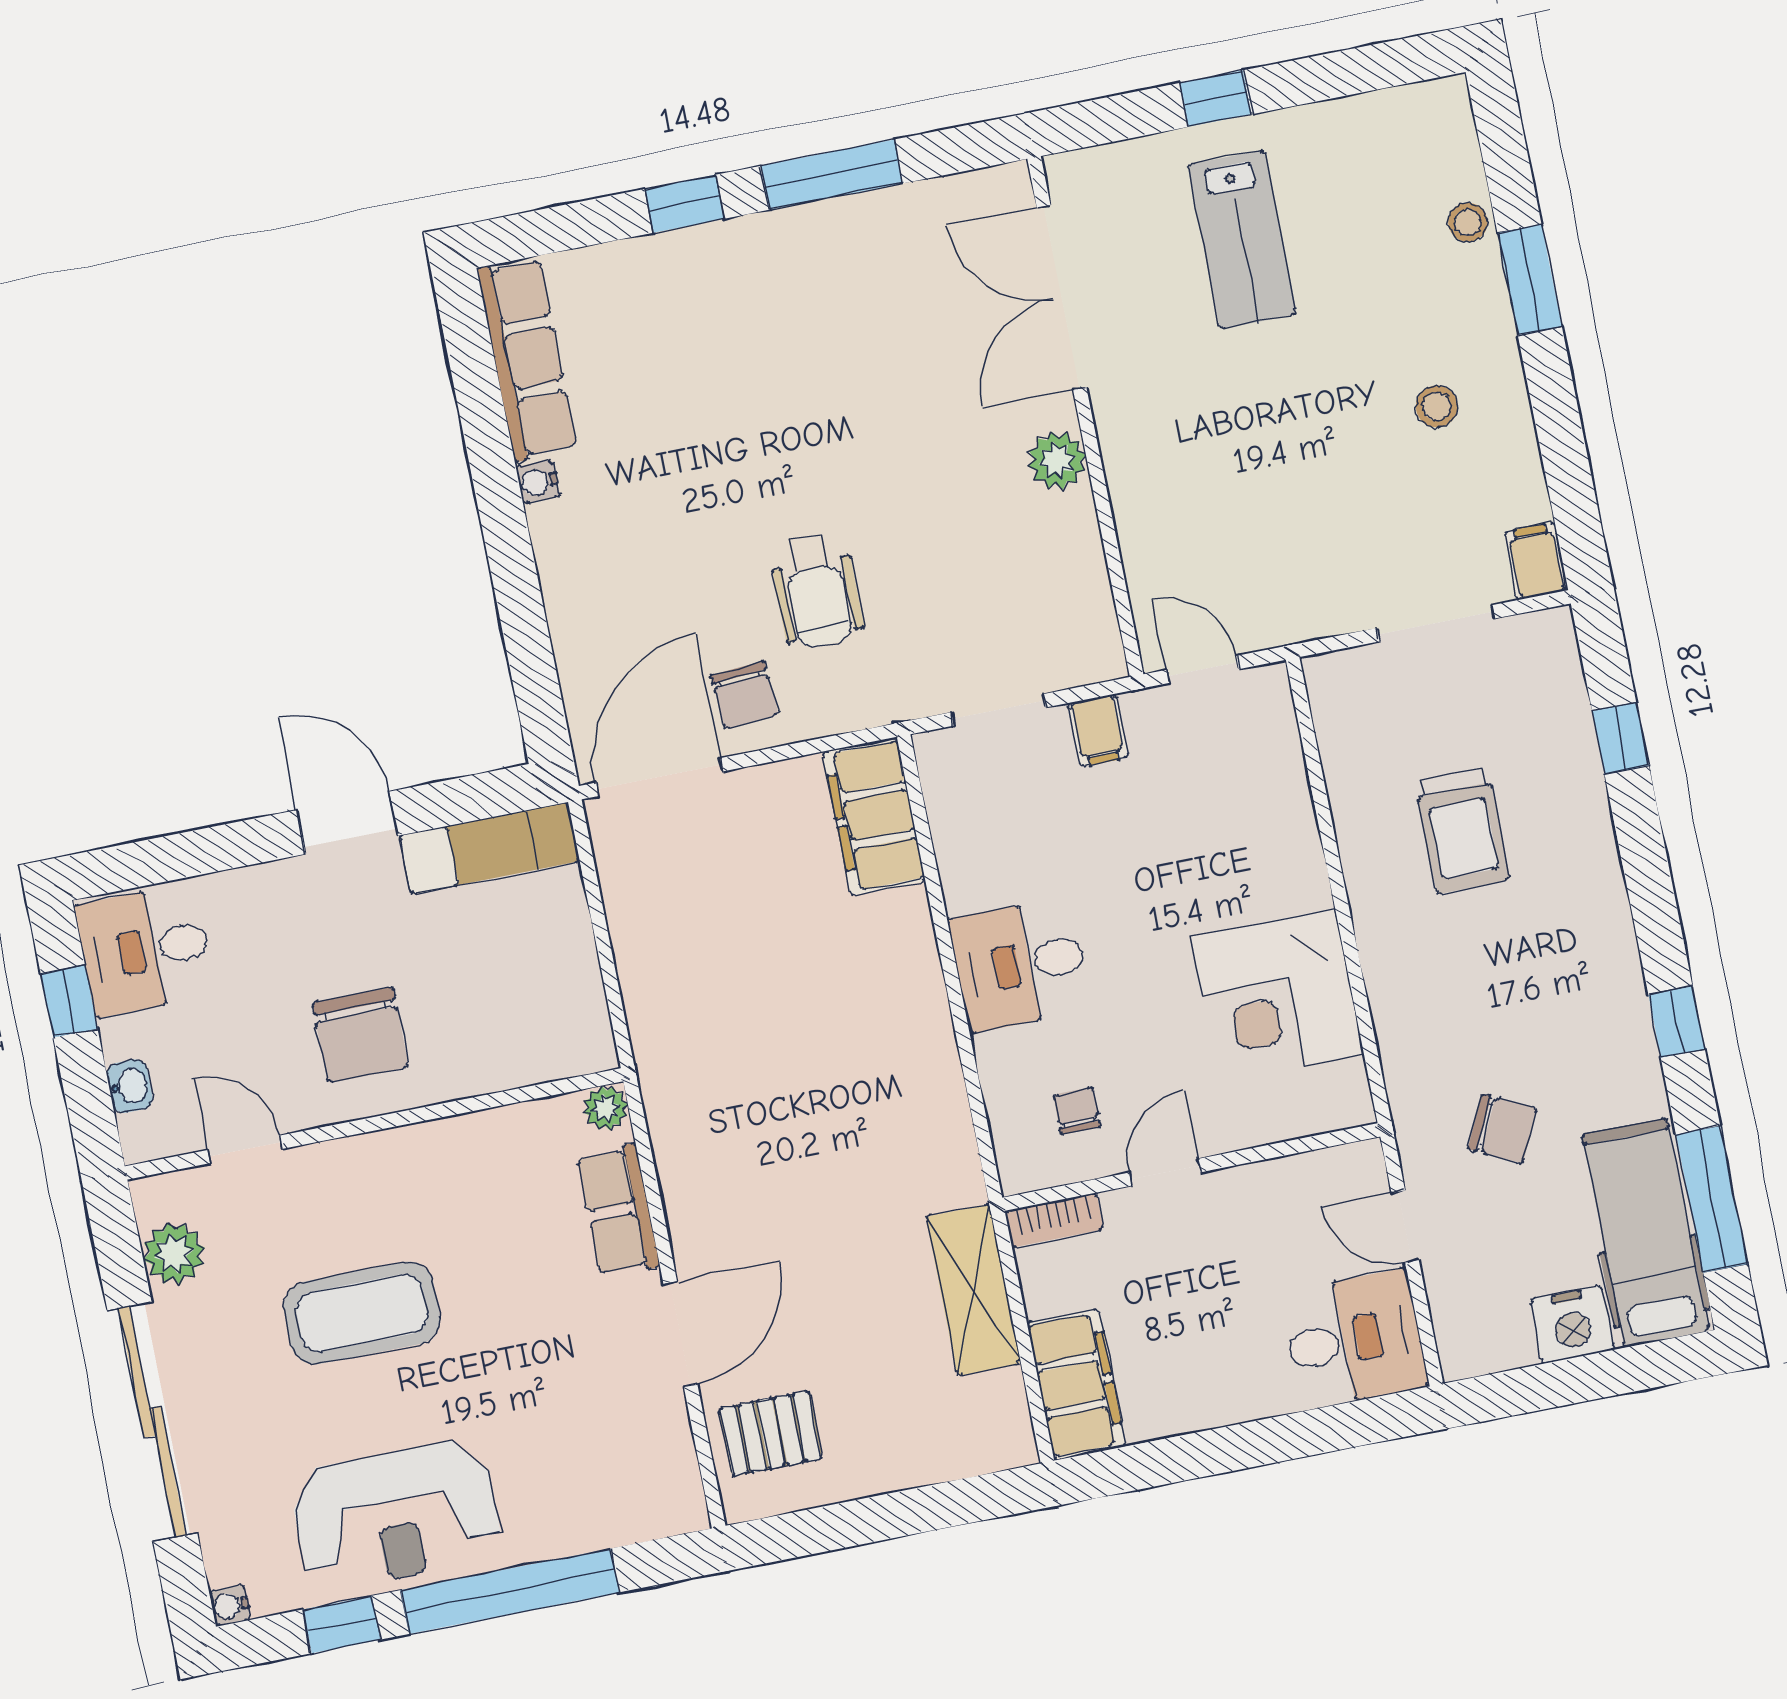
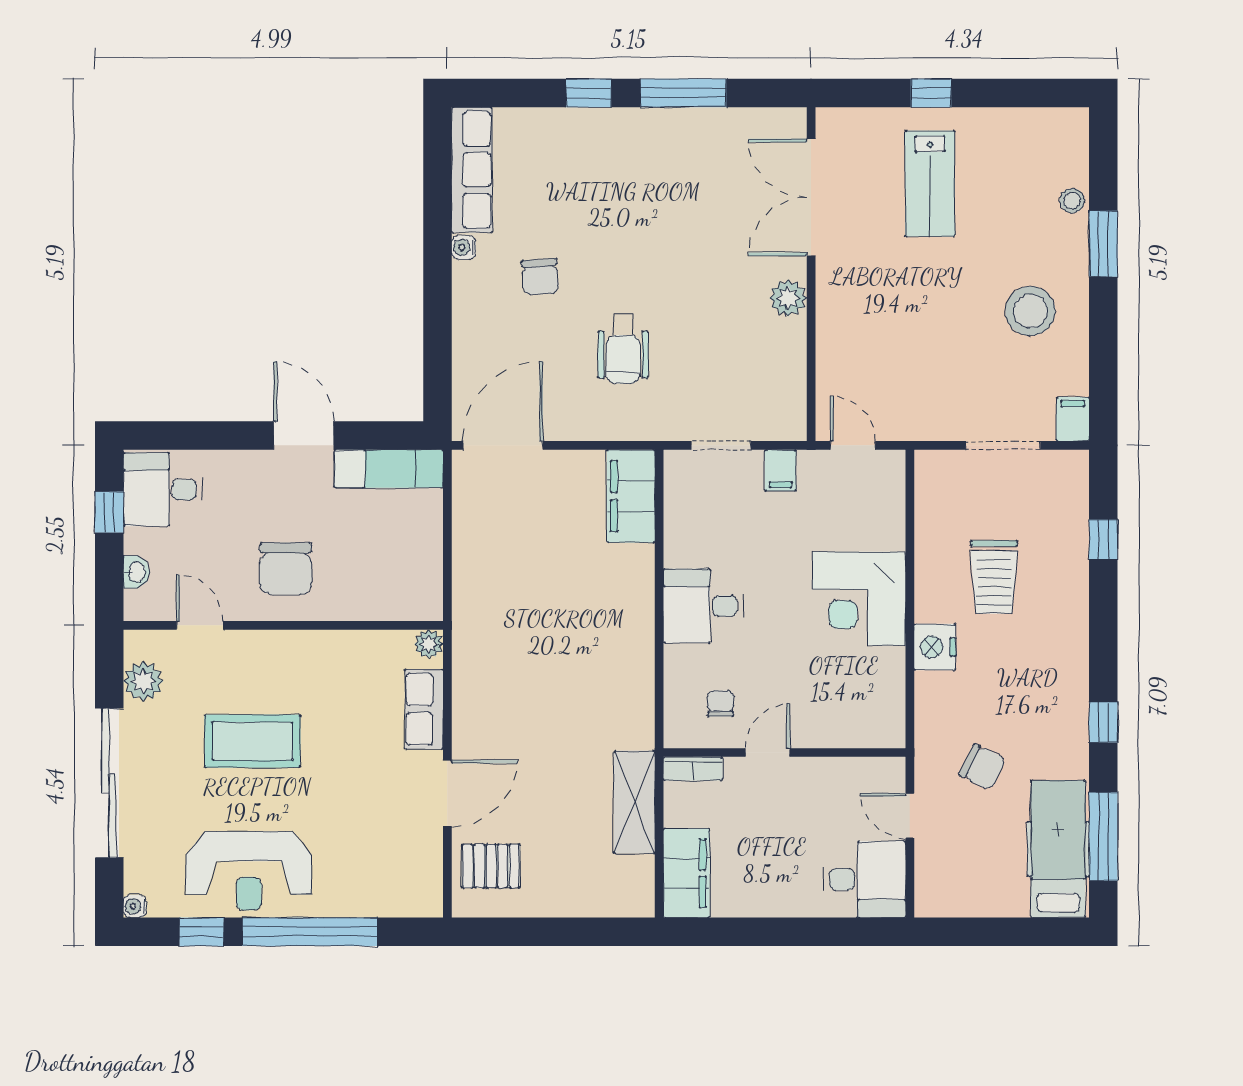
stool: (1437, 406) -> (1030, 311), width x1.89, depth x1.89
chair: (745, 695) -> (540, 277), moved
corner desk: (1277, 995) -> (859, 599), moved
nightstand: (1572, 1325) -> (935, 647), moved, turned 90

